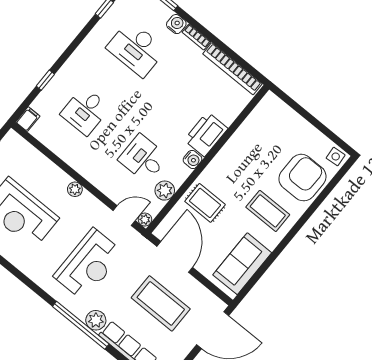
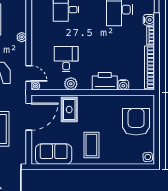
water cooler: (192, 159) -> (123, 85), moved
armchair: (302, 178) -> (136, 122), moved, turned -90
plant: (165, 191) -> (71, 84), moved

